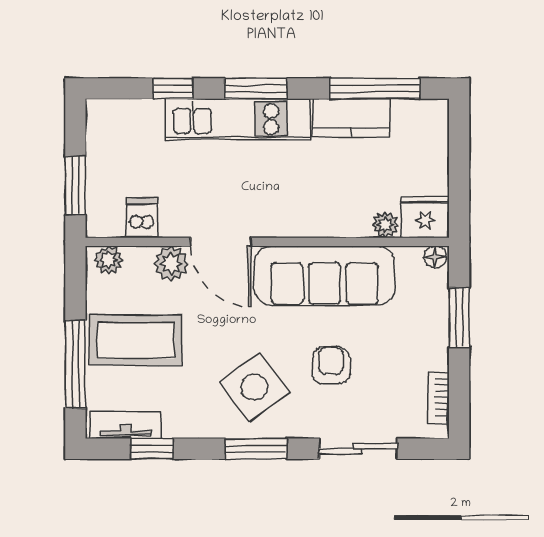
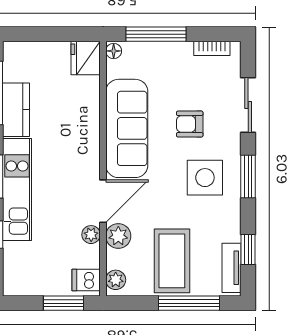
dishwasher: (142, 218) -> (86, 280), moved
plant: (385, 225) -> (91, 235), moved
window: (459, 317) -> (156, 34), width x1.44
side table: (254, 387) -> (205, 178), turned 36

